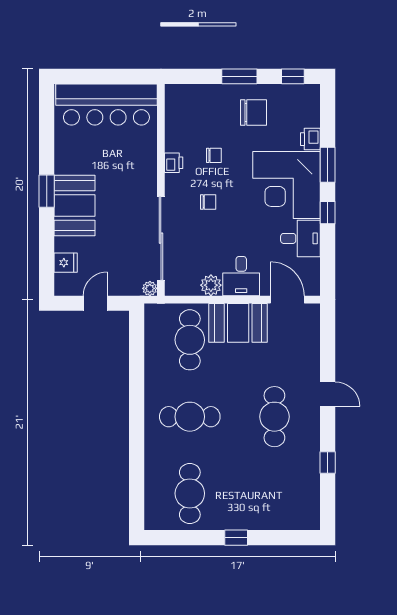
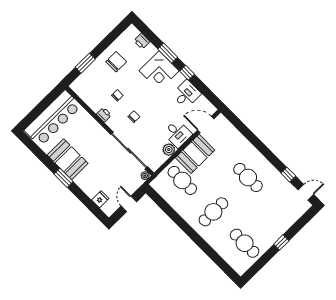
window: (239, 76) -> (85, 63), moved
window: (293, 76) -> (118, 31), removed
printer: (310, 139) -> (142, 41), moved
corner desk: (287, 185) -> (159, 71), width x0.74, depth x0.74
booth: (74, 205) -> (68, 159), moved
door: (328, 394) -> (306, 192), moved

